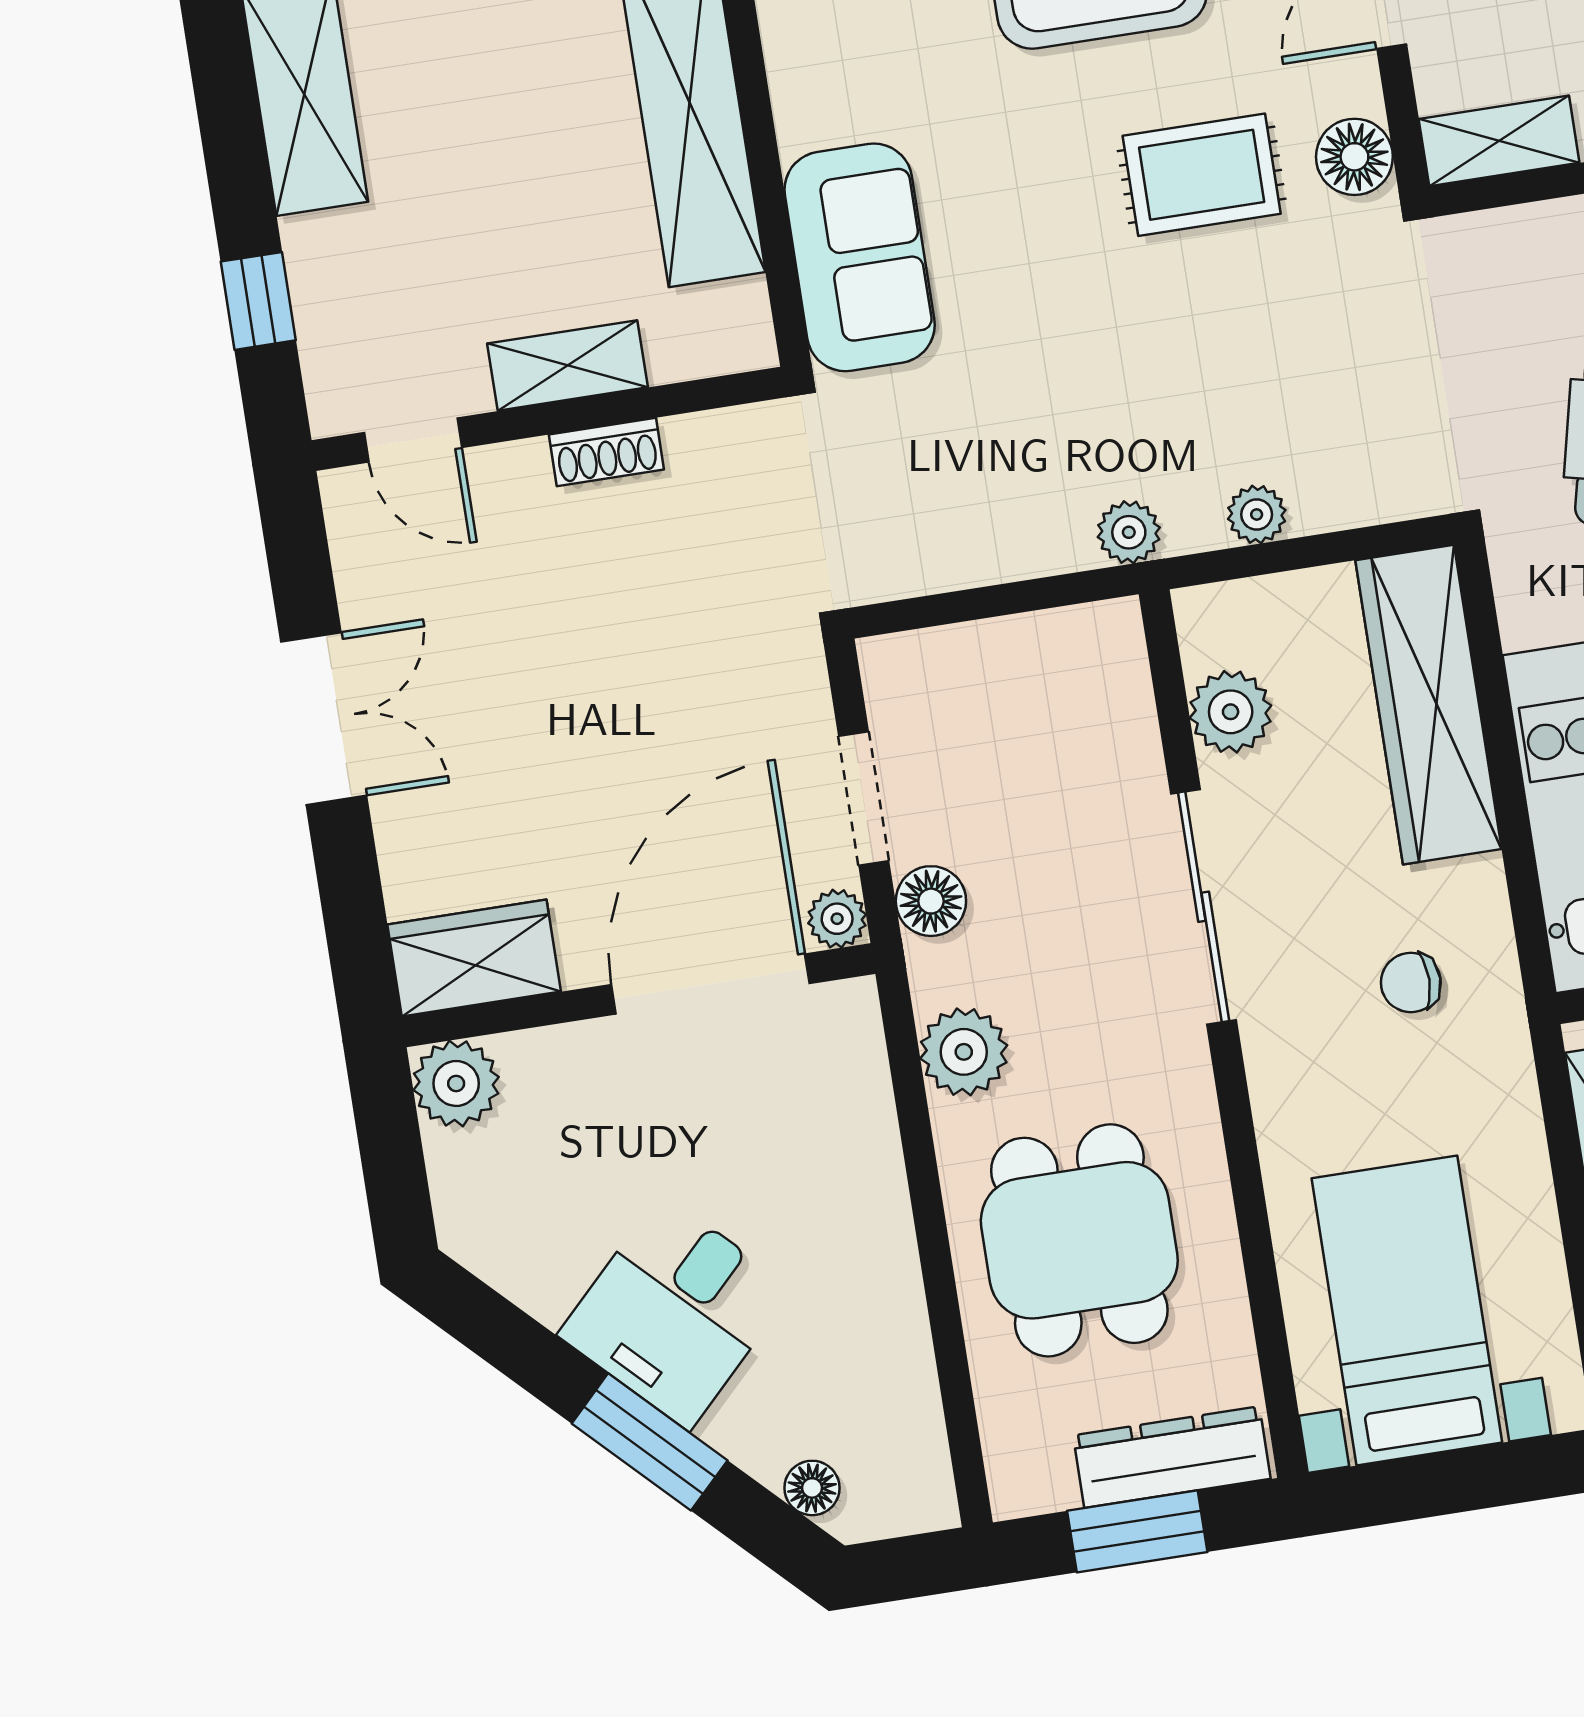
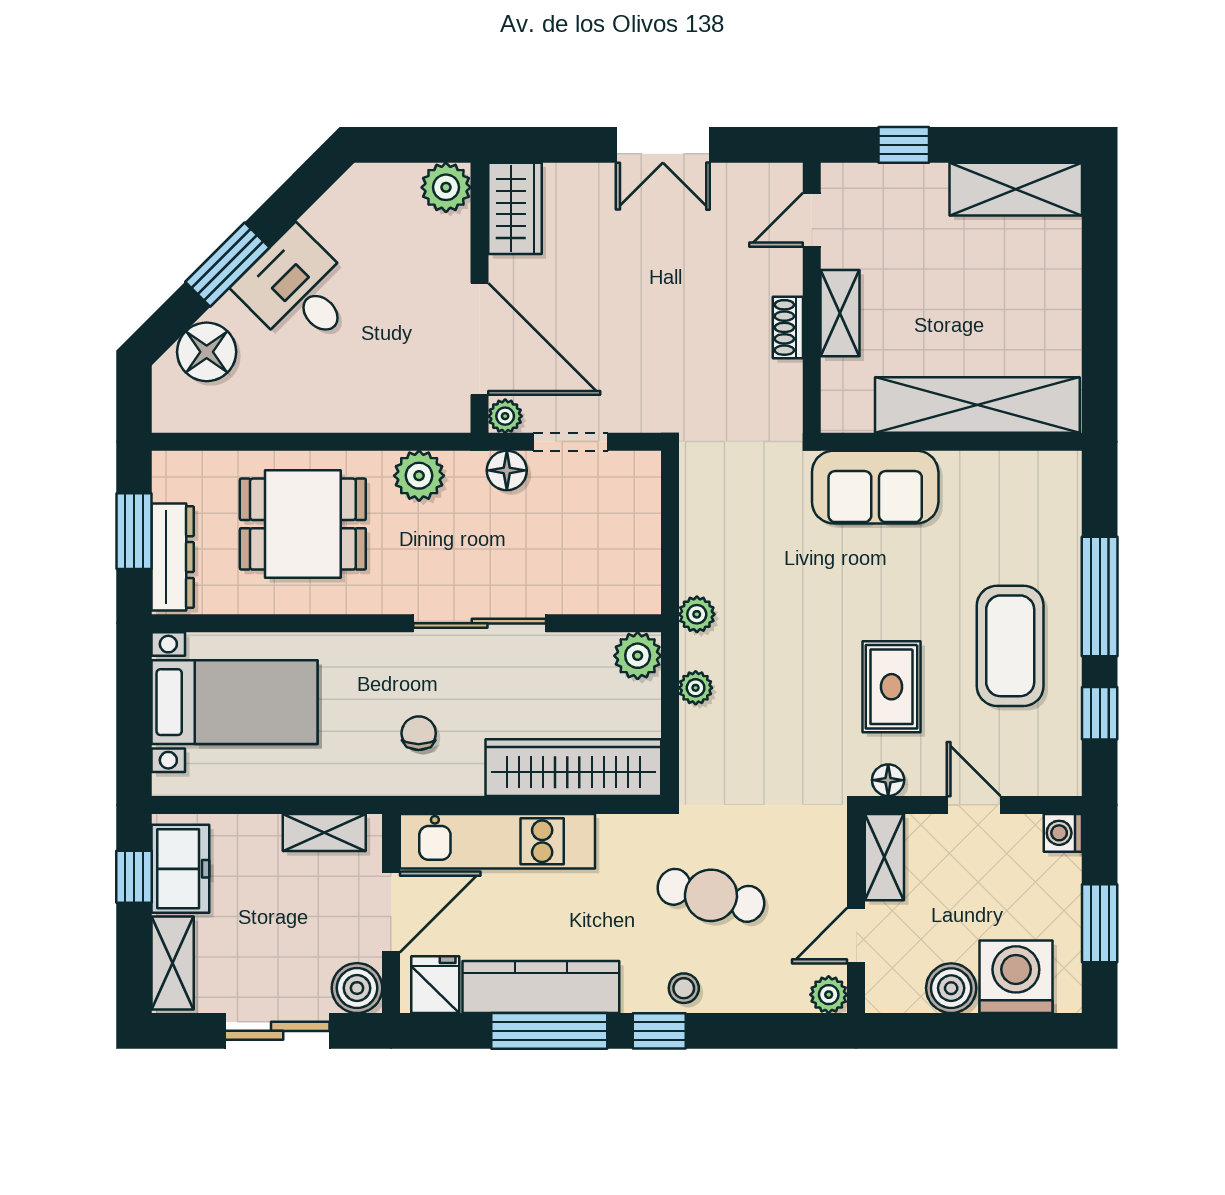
floor lamp: (1354, 157) -> (888, 780), width x0.73, depth x0.73
plant: (1231, 712) -> (638, 656), moved
floor lamp: (812, 1488) -> (207, 352), width x1.89, depth x1.89

